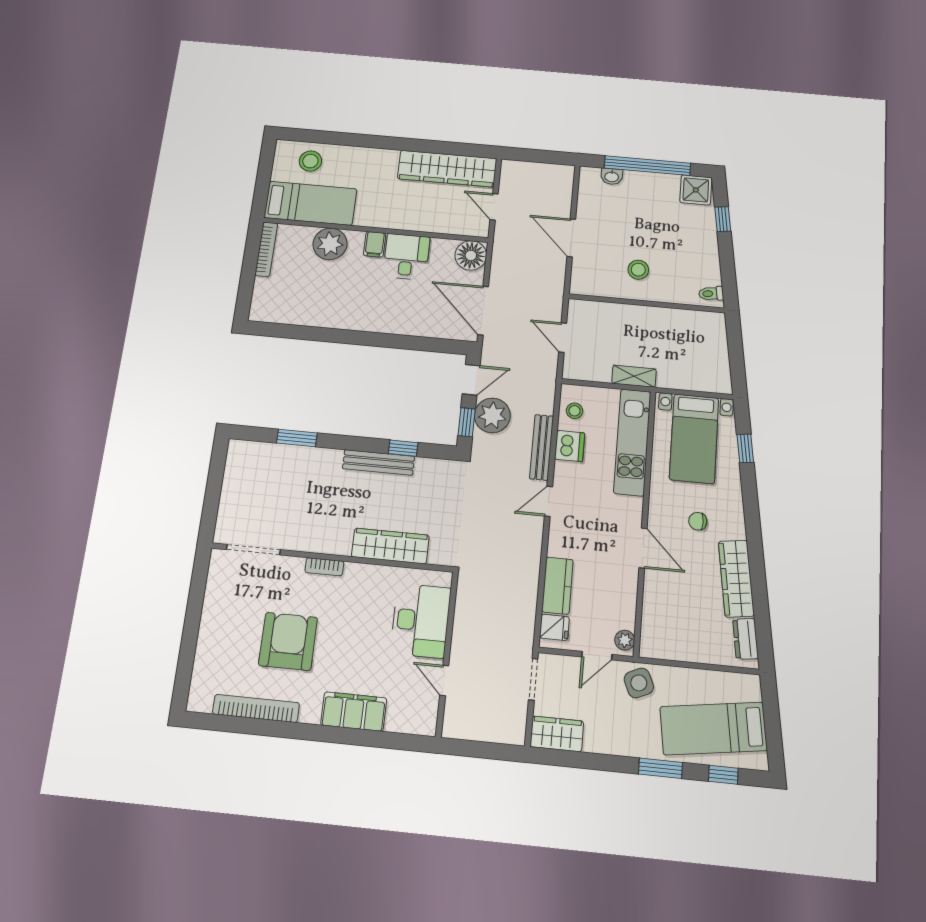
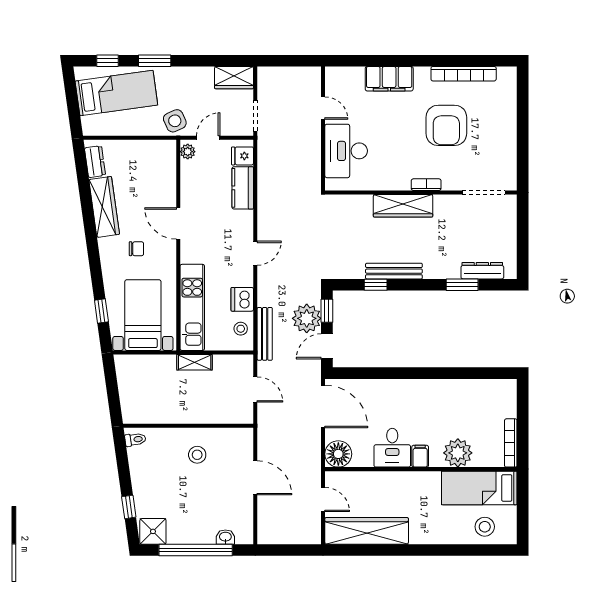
bench: (542, 447) -> (265, 334), moved
dresser: (270, 453) -> (482, 271), added
wardrobe: (390, 546) -> (403, 206), moved

